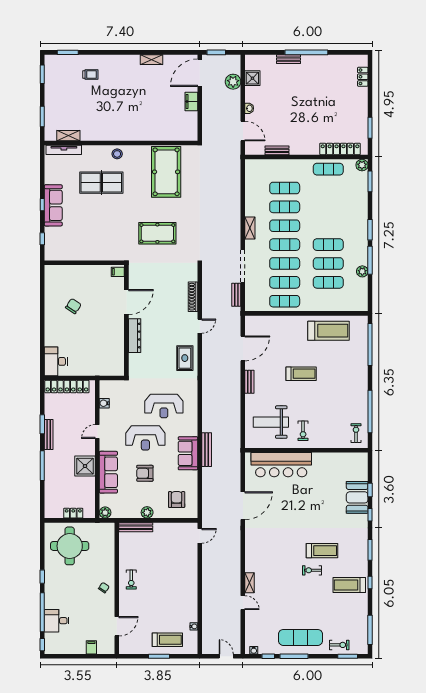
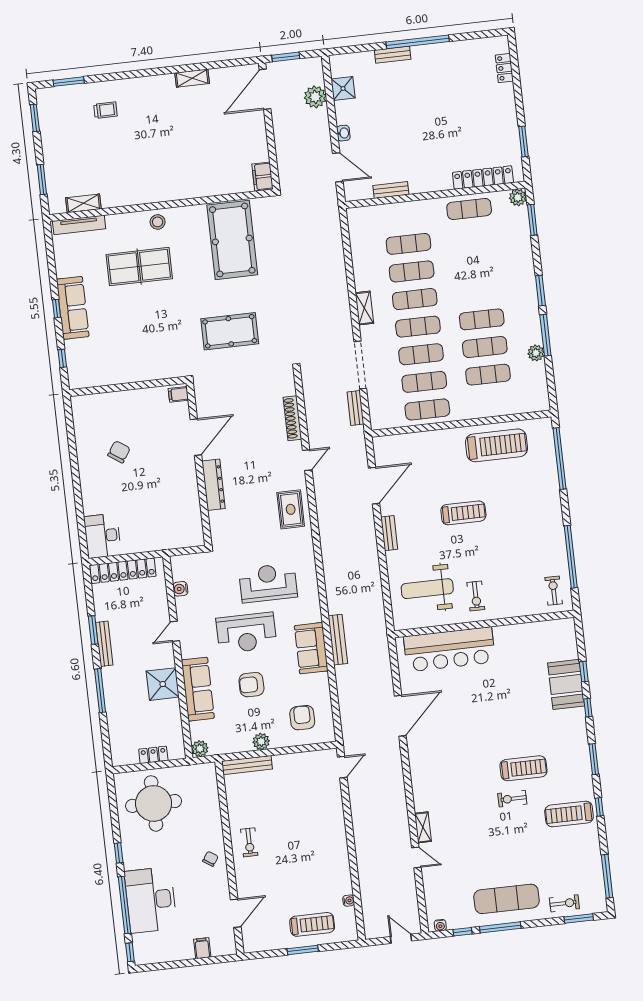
filing cabinet: (191, 101) -> (262, 176), moved
reception desk: (164, 406) -> (268, 583), turned 180
desk: (57, 621) -> (151, 900), width x1.87, depth x1.30

